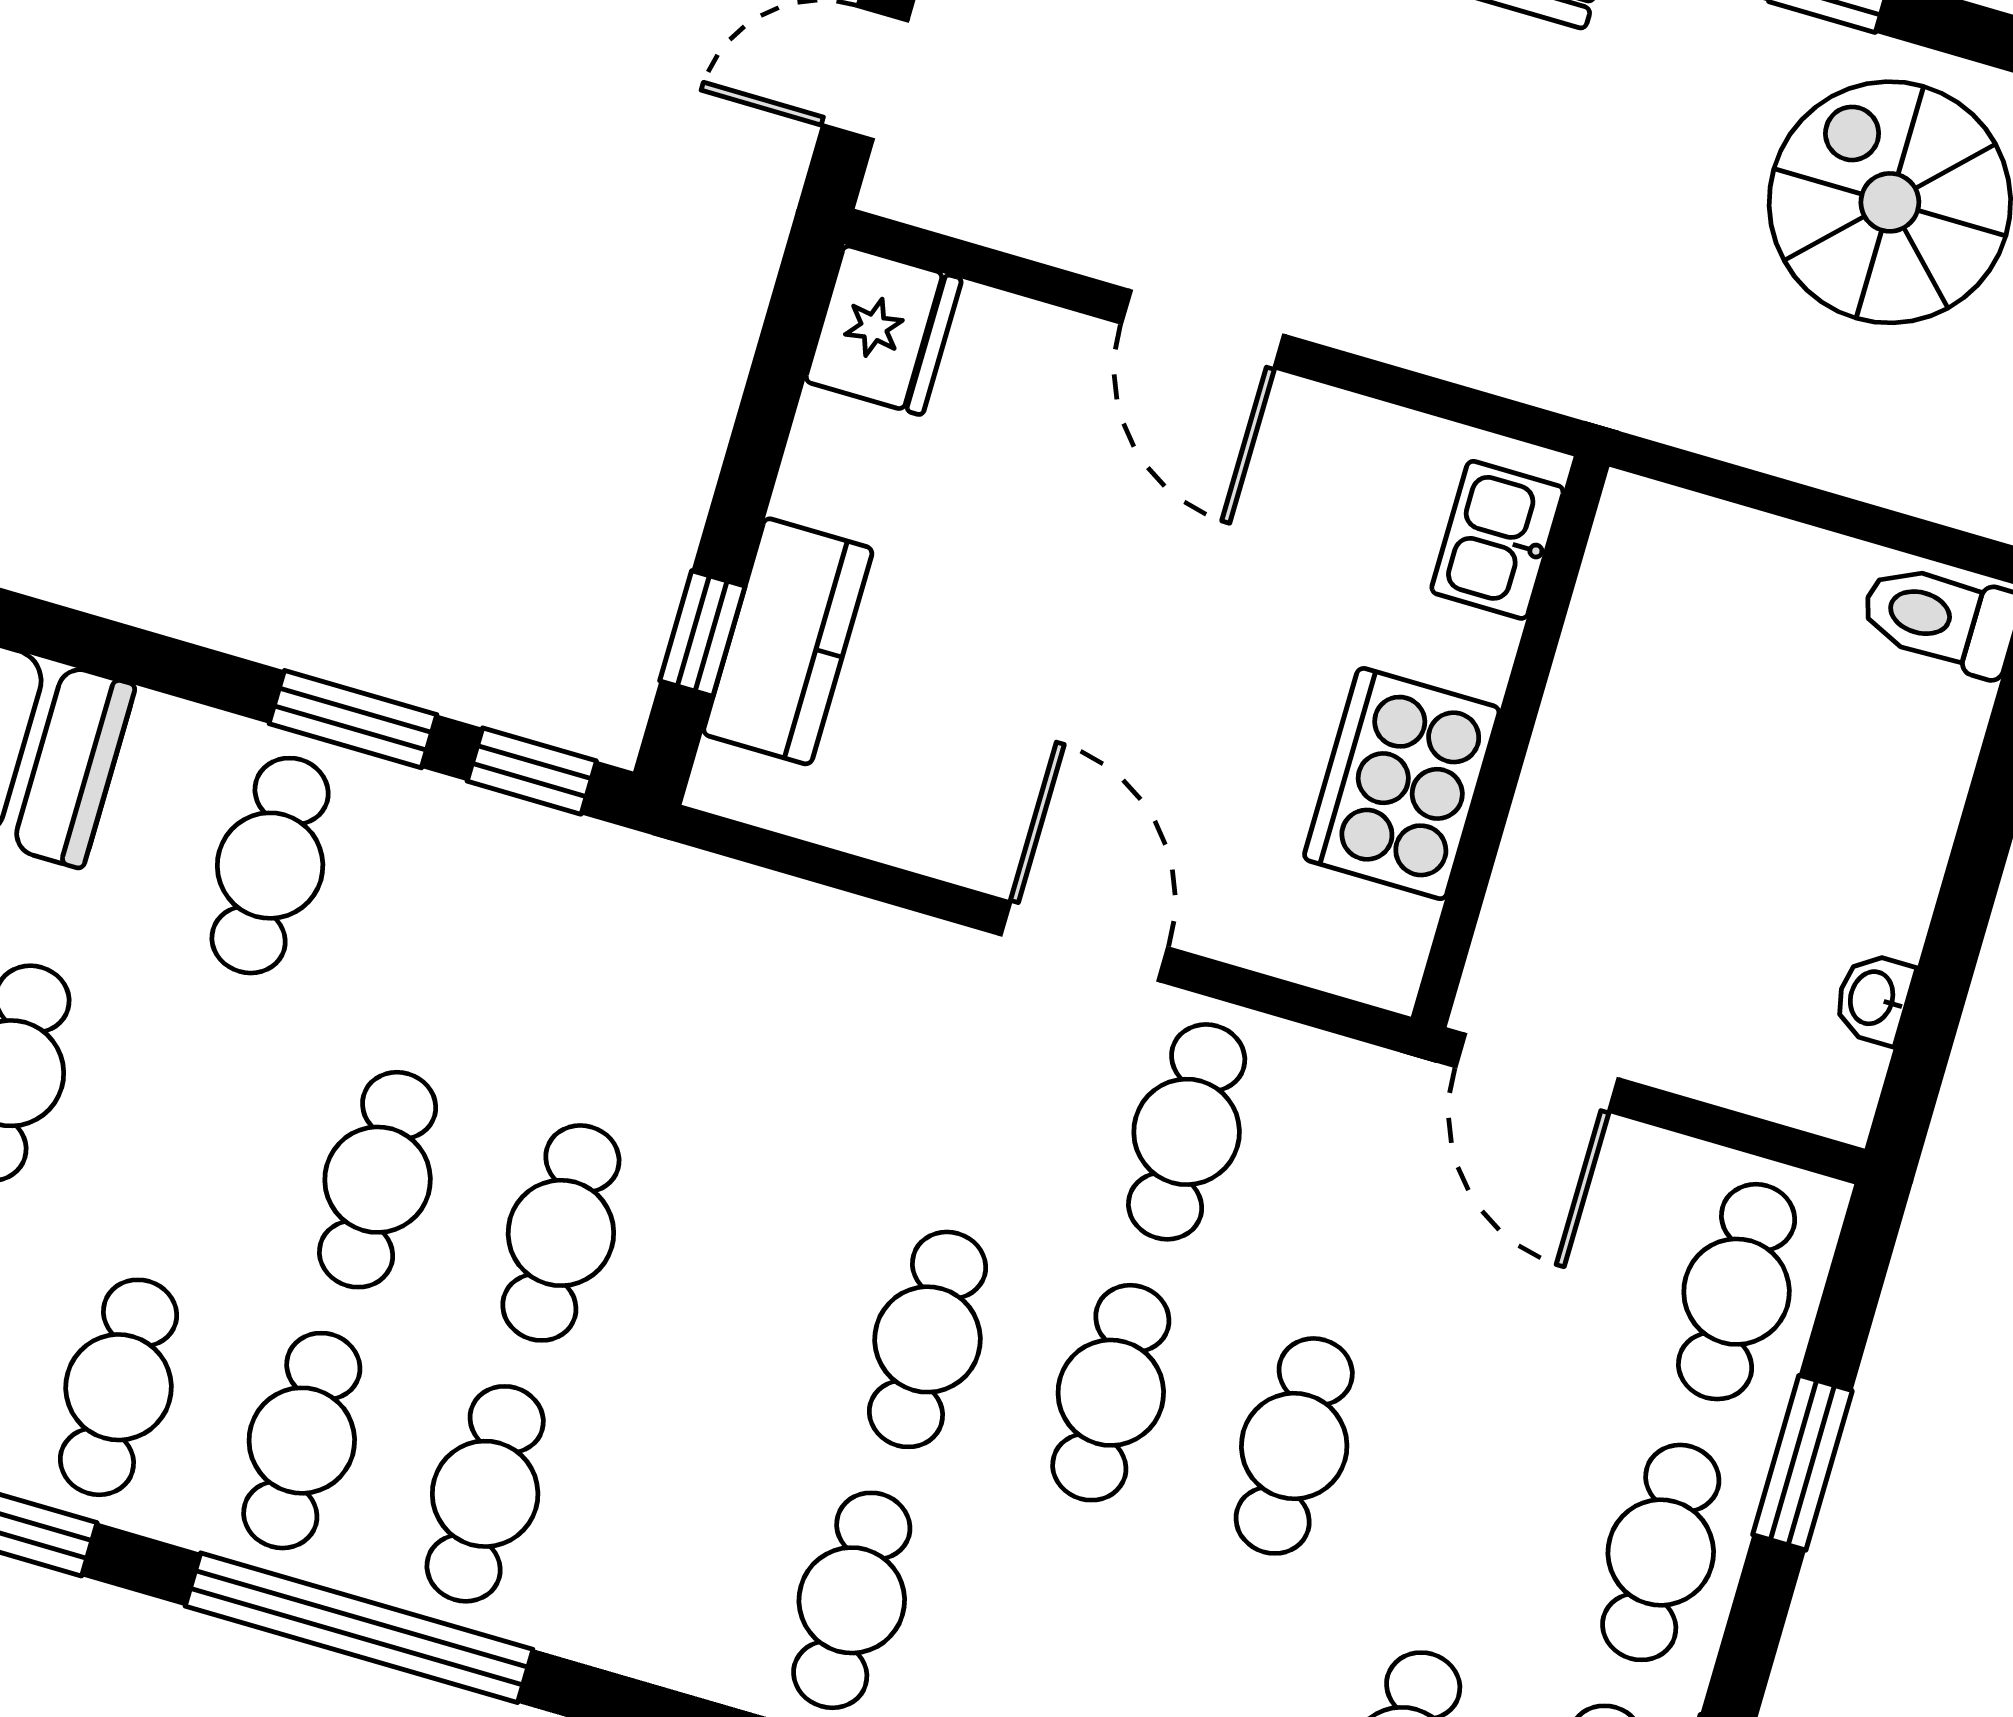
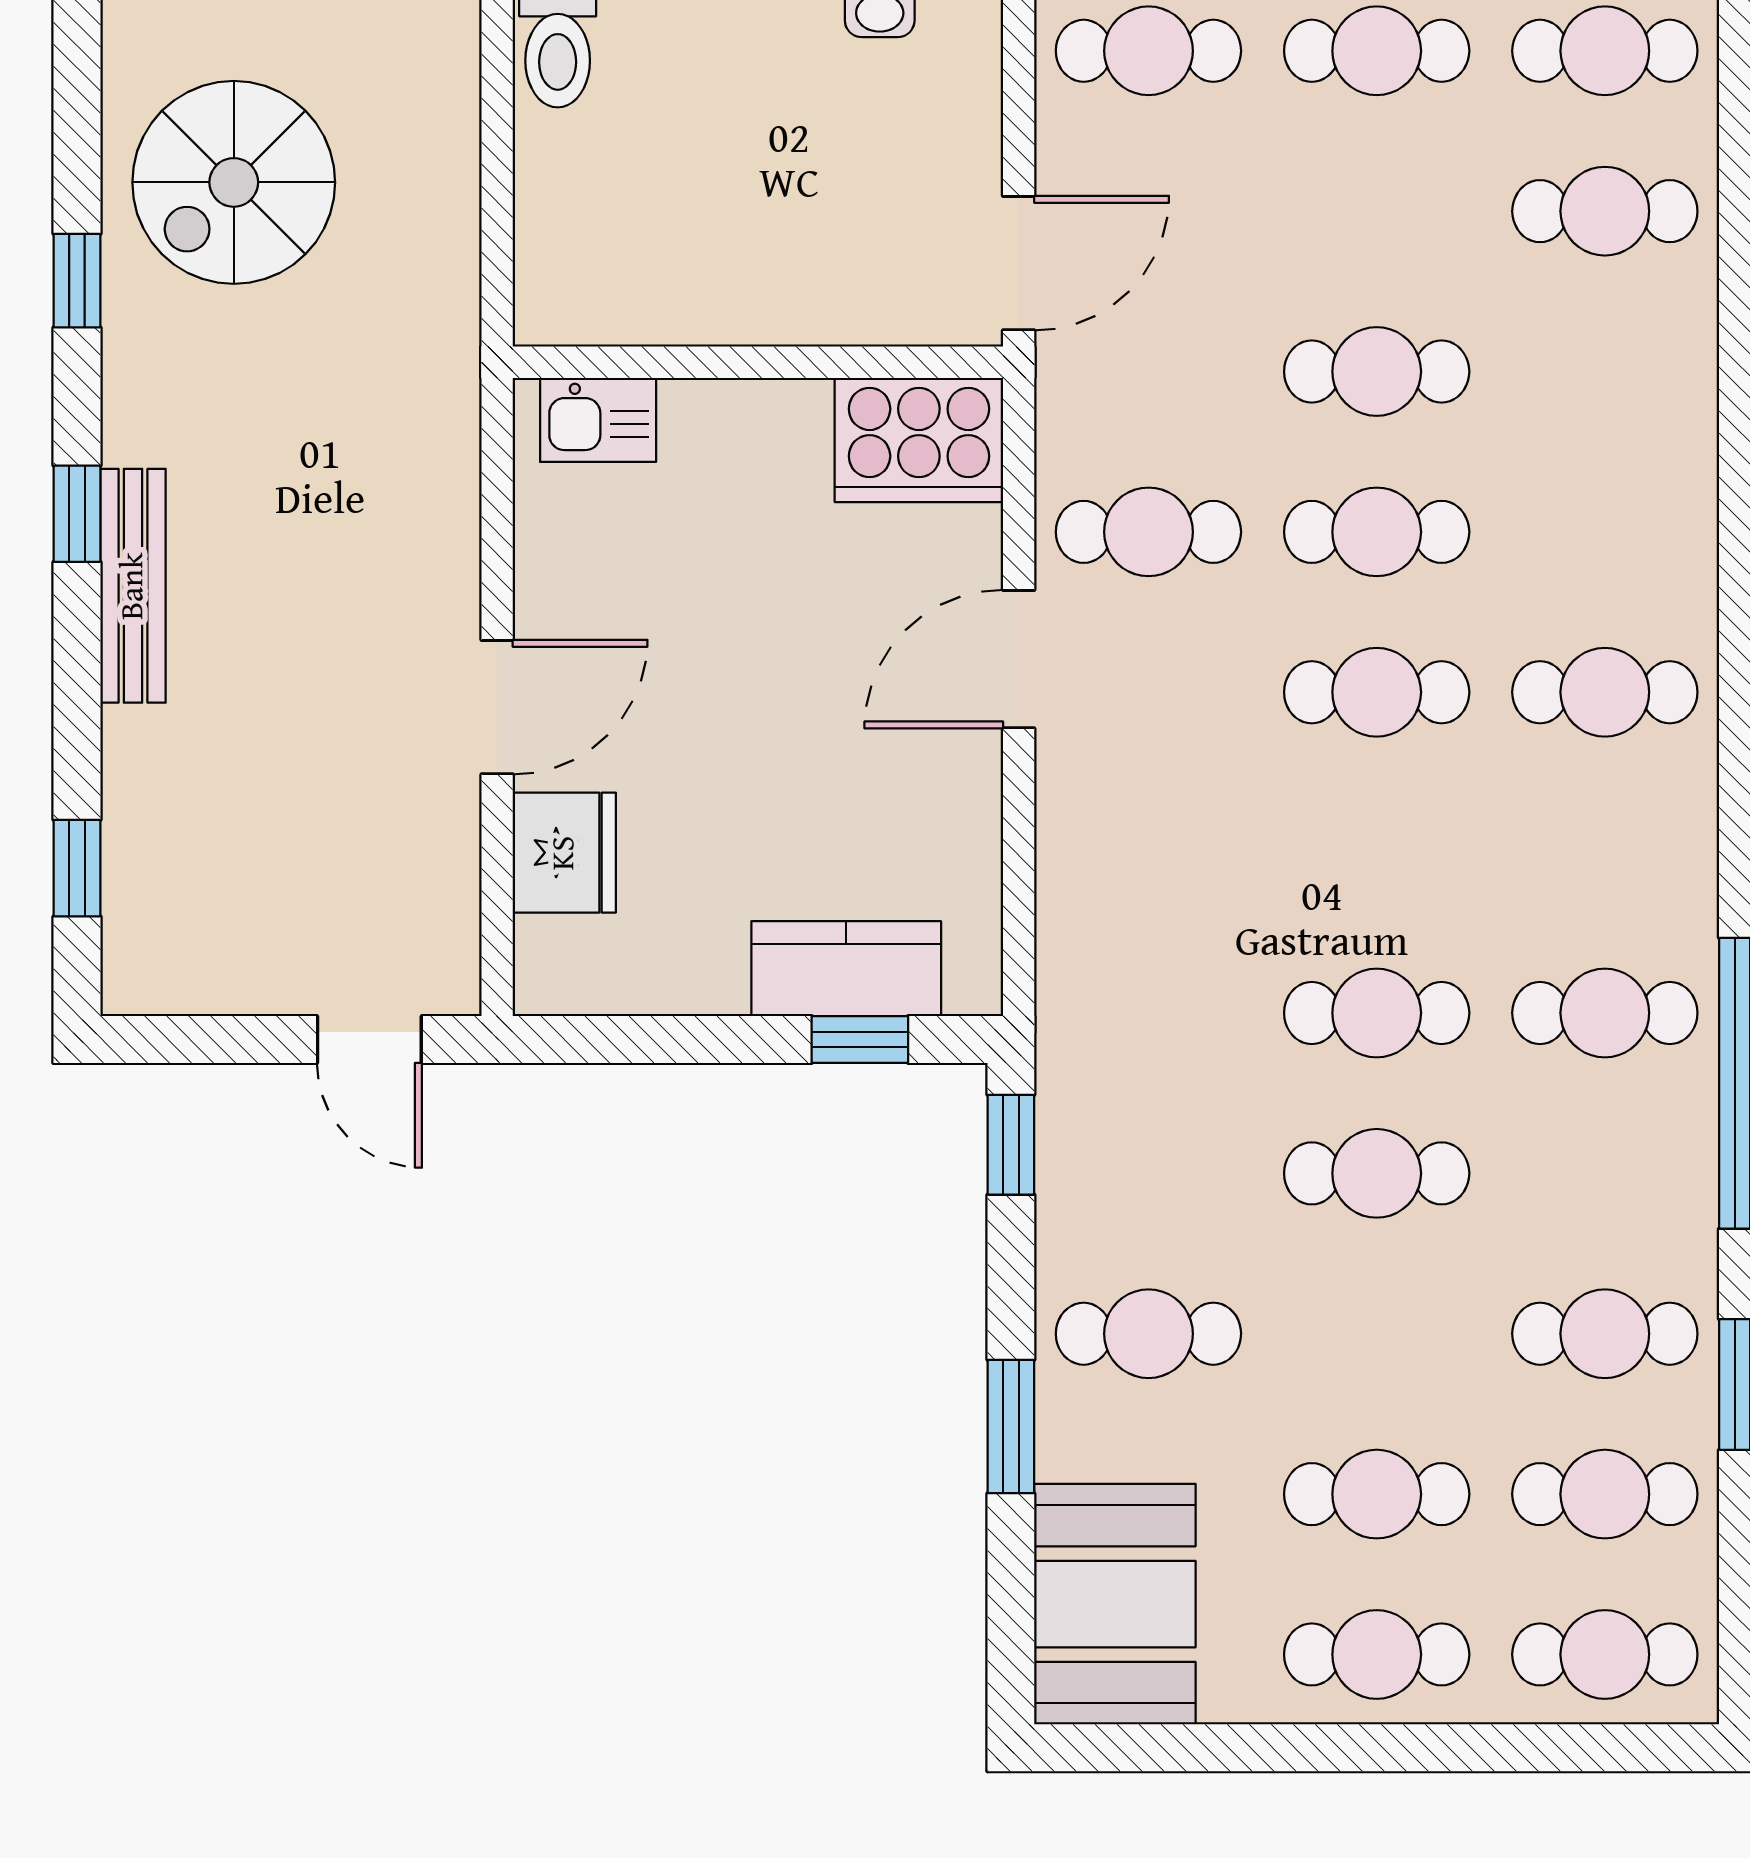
fridge: (883, 330) -> (564, 853), moved, turned 90
window: (353, 719) -> (1011, 1427), moved
cooker: (1402, 784) -> (919, 440), moved
cafe table: (302, 1441) -> (1605, 1173), removed

